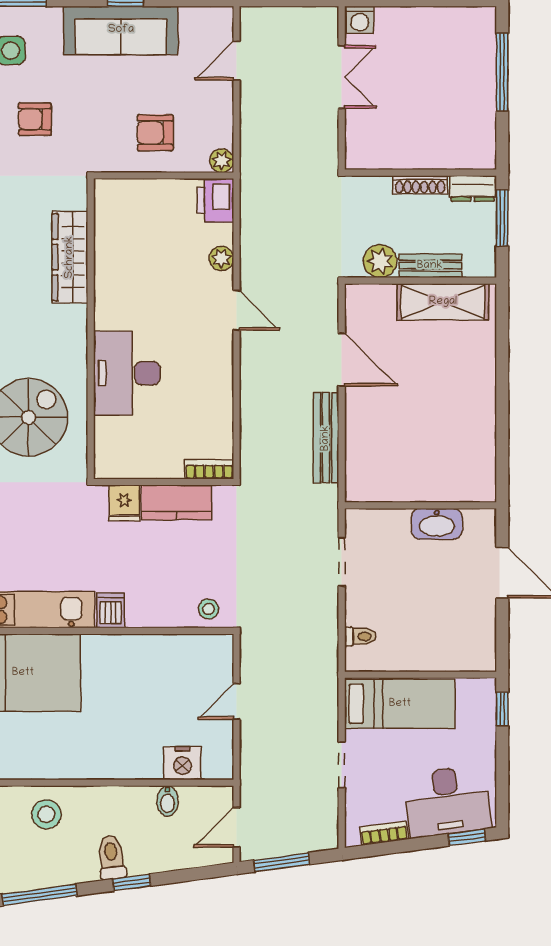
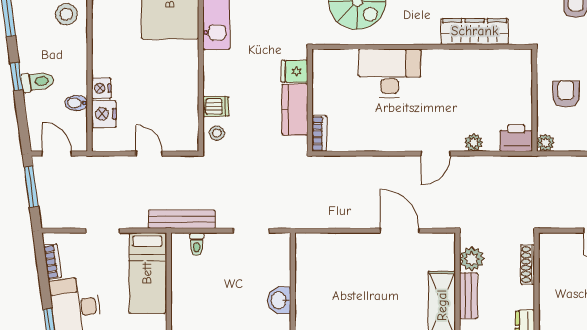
shoe rack: (420, 185) -> (528, 265), moved
door: (342, 360) -> (400, 231), swing flipped
bench: (326, 438) -> (182, 219), moved
washbasin: (437, 524) -> (279, 300), width x0.72
dishwasher: (111, 610) -> (216, 106), moved
nightstand: (147, 767) -> (101, 88), added
toilet: (112, 857) -> (37, 82), moved

